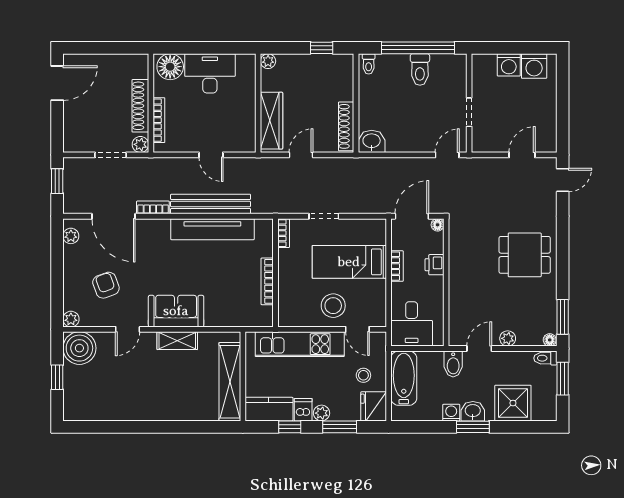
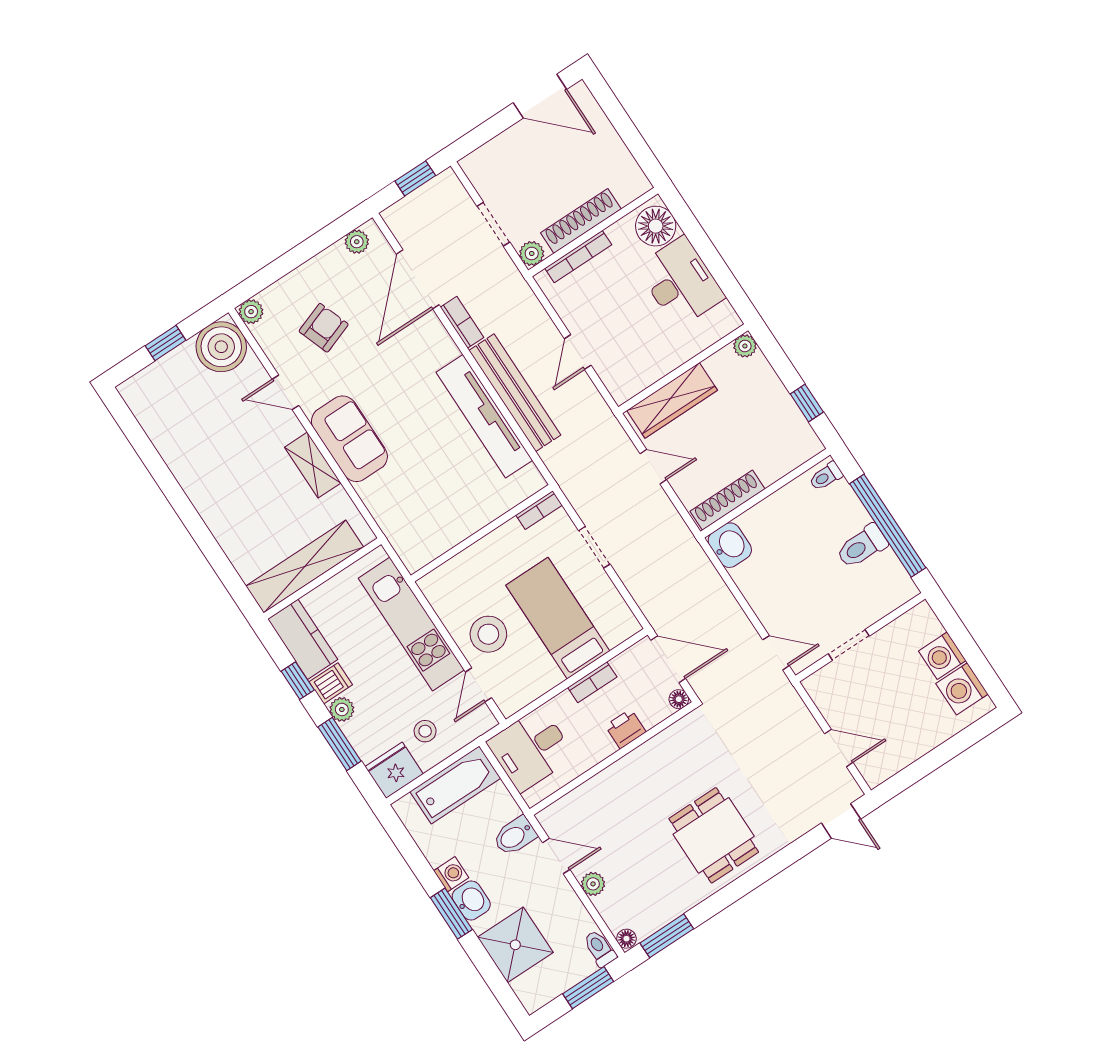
bookcase: (267, 281) -> (464, 530), removed

